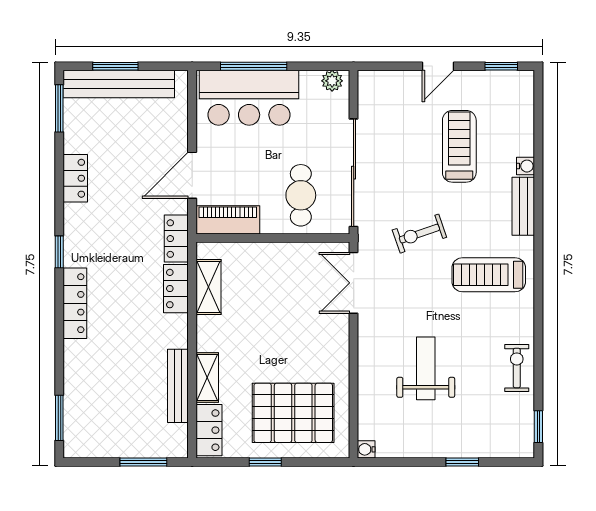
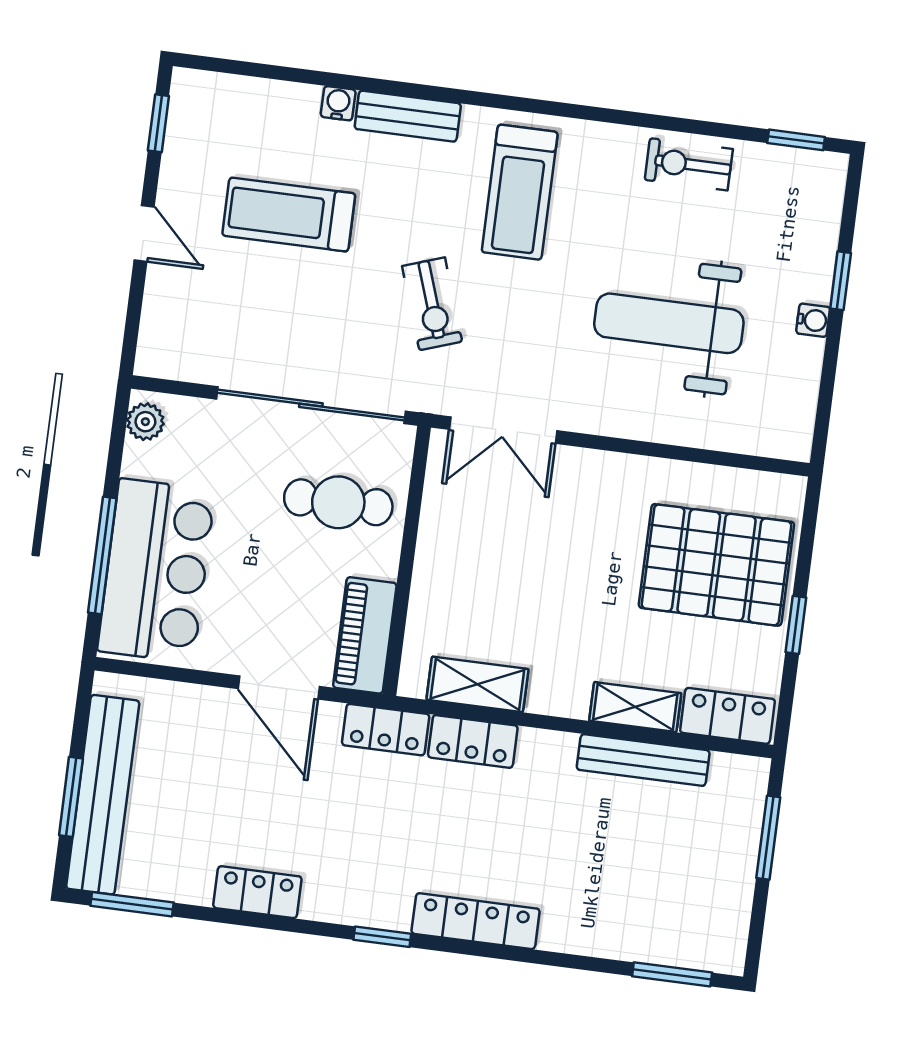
weight bench: (426, 368) -> (669, 323), width x1.36, depth x1.33
pallet: (293, 413) -> (716, 565), turned 90
water cooler: (366, 449) -> (813, 320), moved, turned -90

